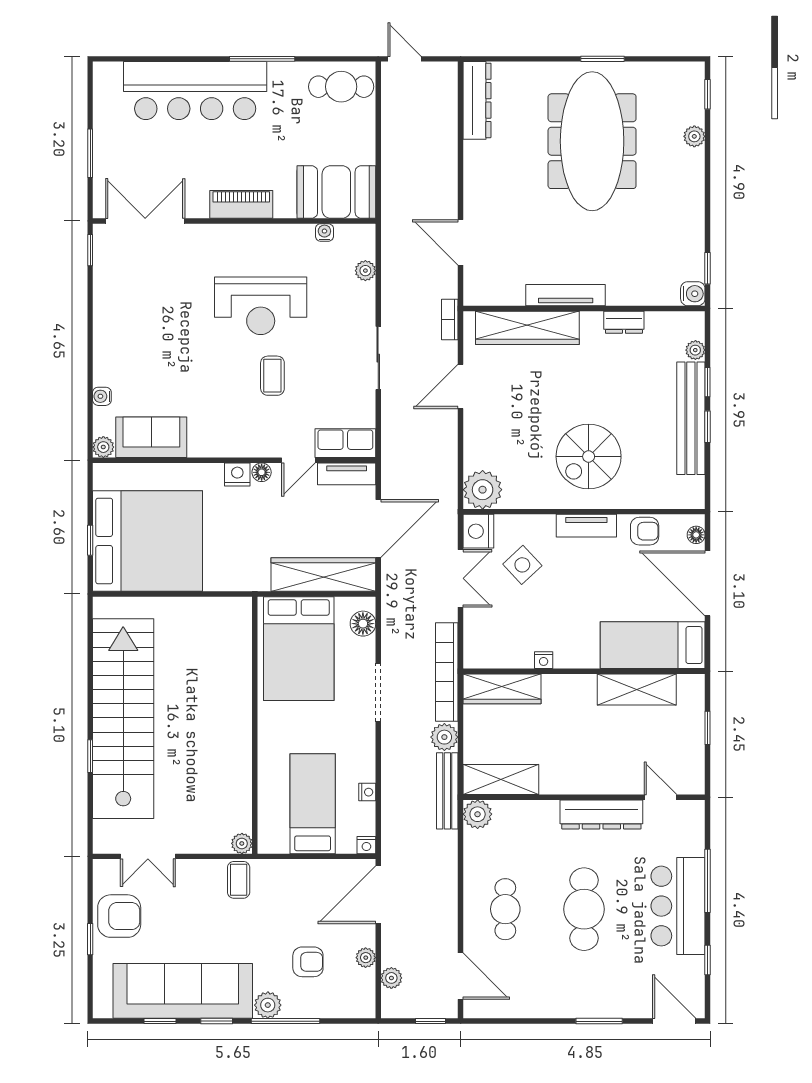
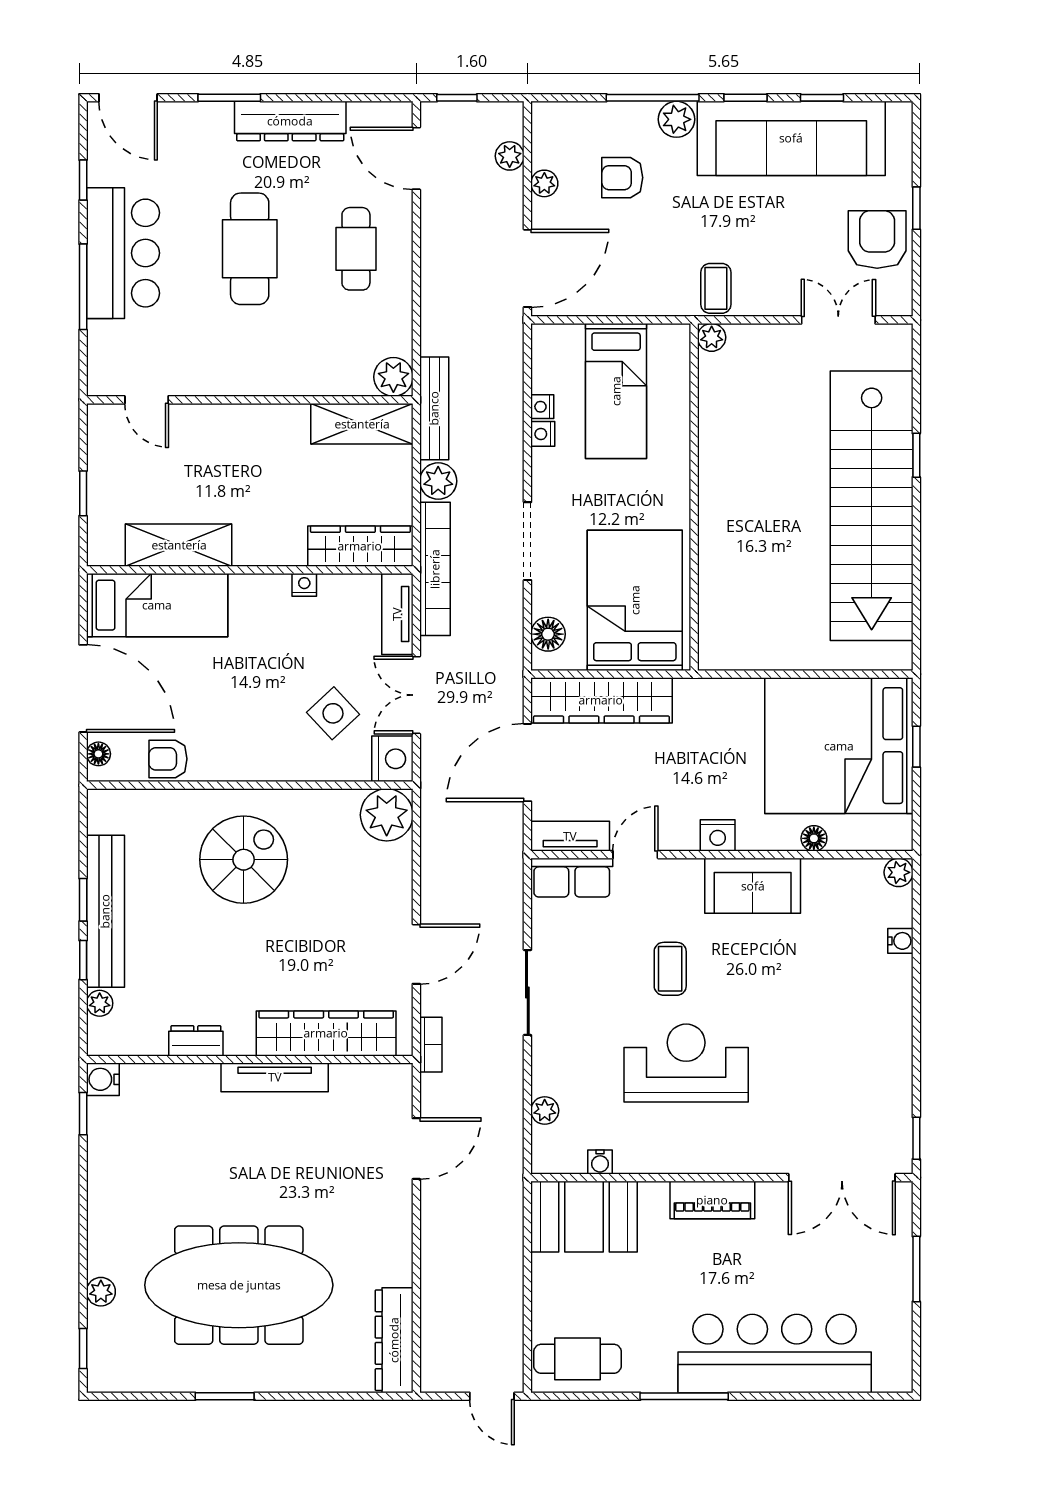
meeting table: (592, 141) -> (239, 1285), turned 90
door: (461, 242) -> (416, 1149), hinge flipped
sofa: (151, 437) -> (753, 886), moved
floor lamp: (262, 472) -> (814, 838), moved
tv unit: (586, 526) -> (397, 614), moved, turned -90
dresser: (601, 815) -> (290, 121), moved, turned 180
nightstand: (366, 845) -> (543, 434), moved, turned -90
armchair: (119, 916) -> (877, 239), turned 90

